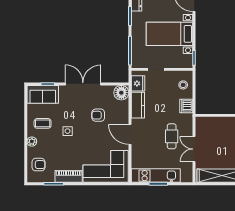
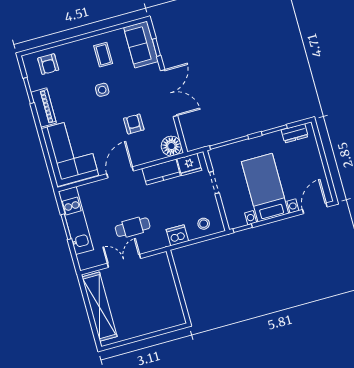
plant: (32, 142) -> (76, 47), removed

